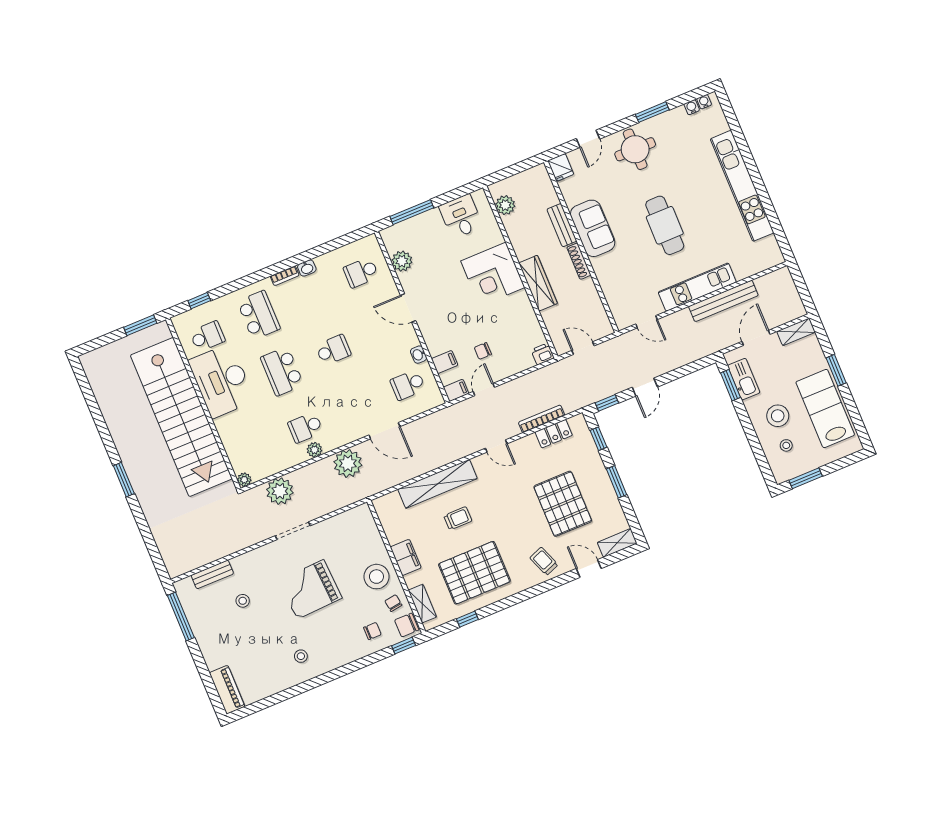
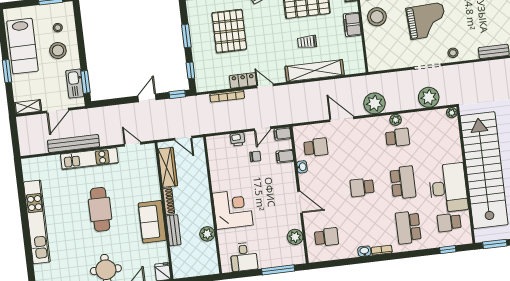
plant: (505, 205) -> (207, 234), moved
wardrobe: (538, 283) -> (168, 167), moved, turned 180
printer: (543, 354) -> (238, 139), moved
locker: (554, 434) -> (243, 80), moved
stool: (243, 601) -> (453, 53), moved

